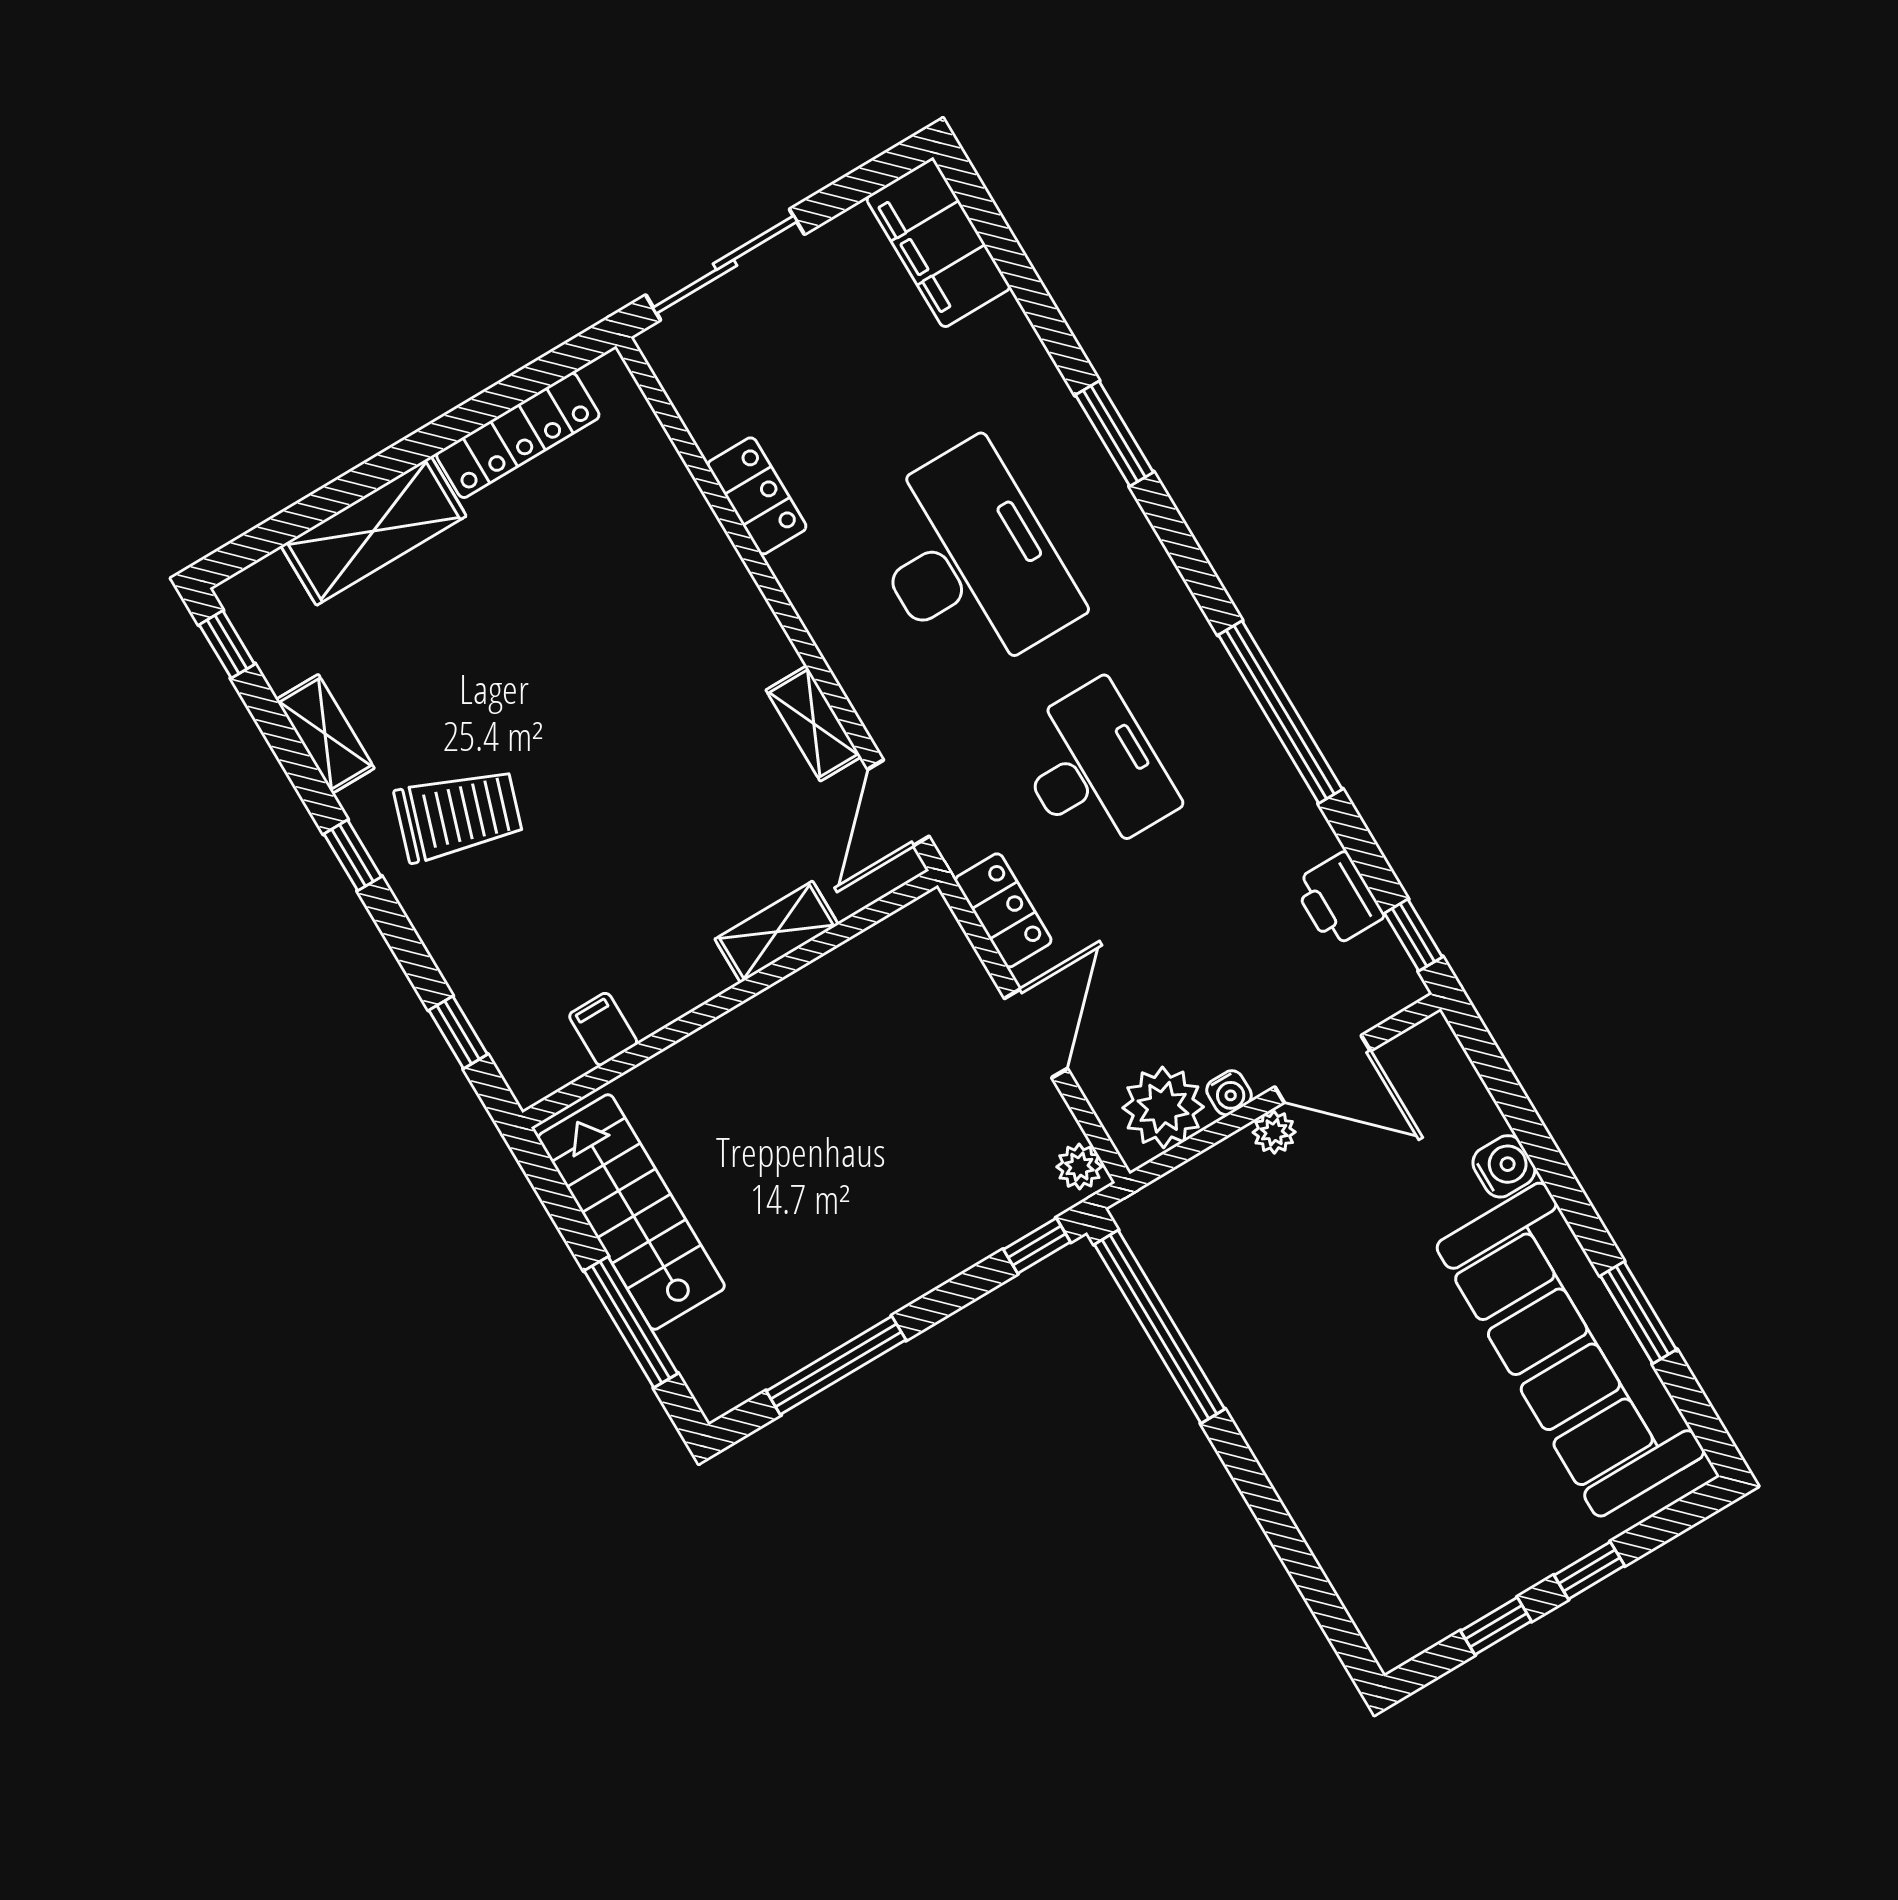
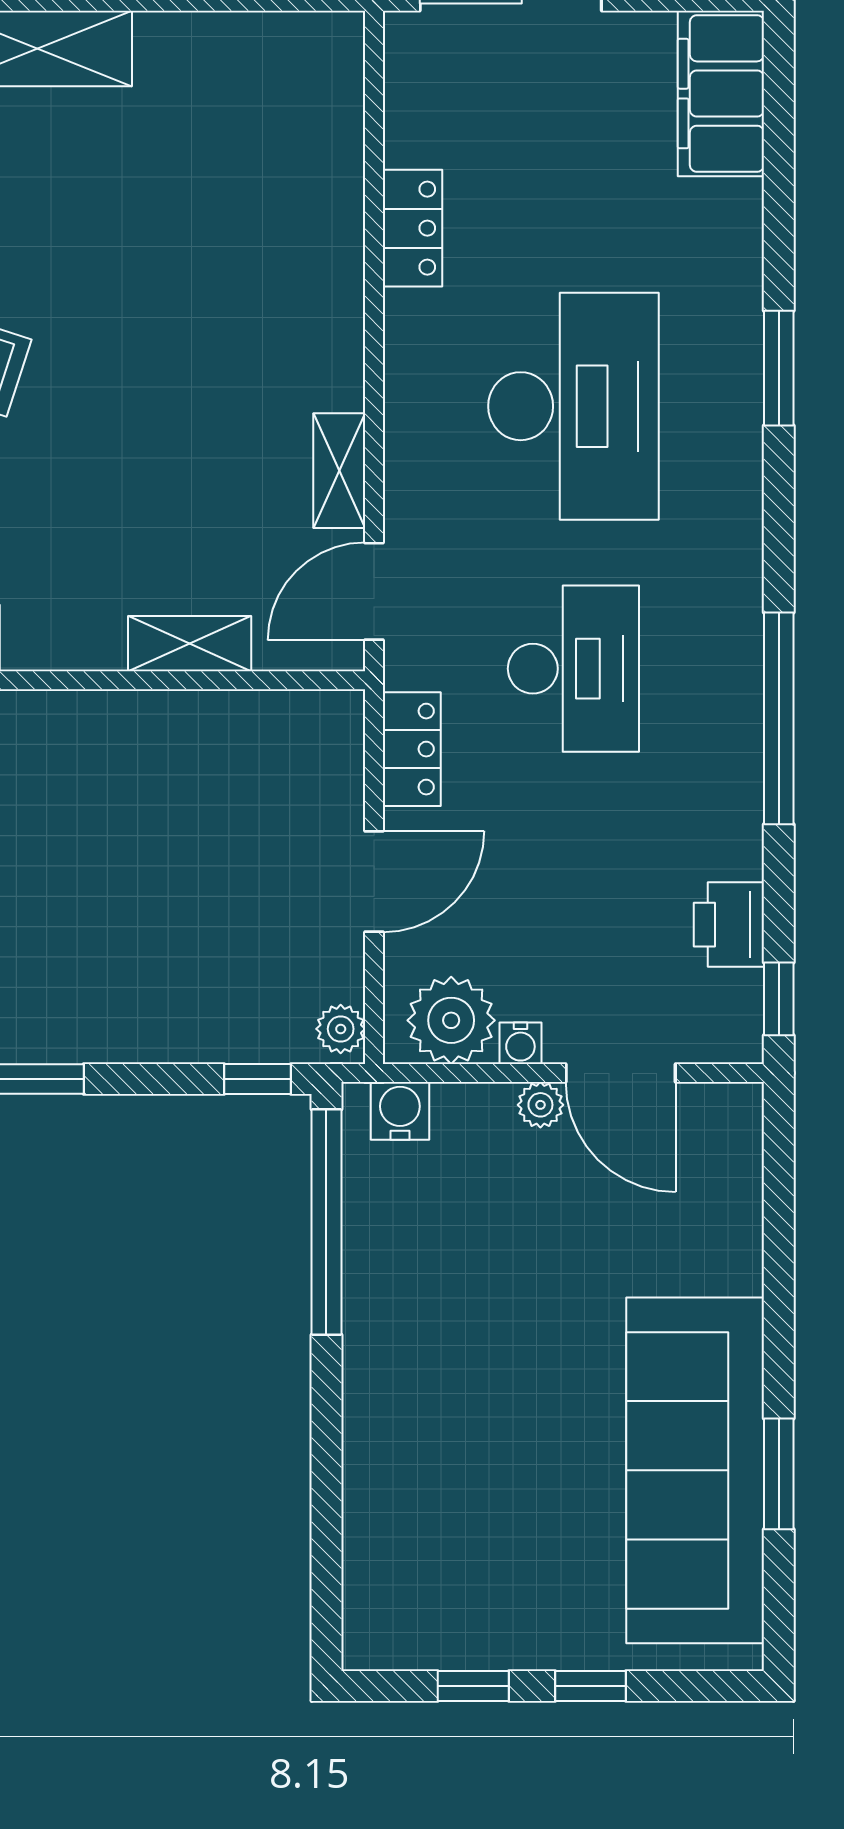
locker: (518, 435) -> (224, 40), removed
water cooler: (1504, 1166) -> (400, 1111), moved, turned -90

